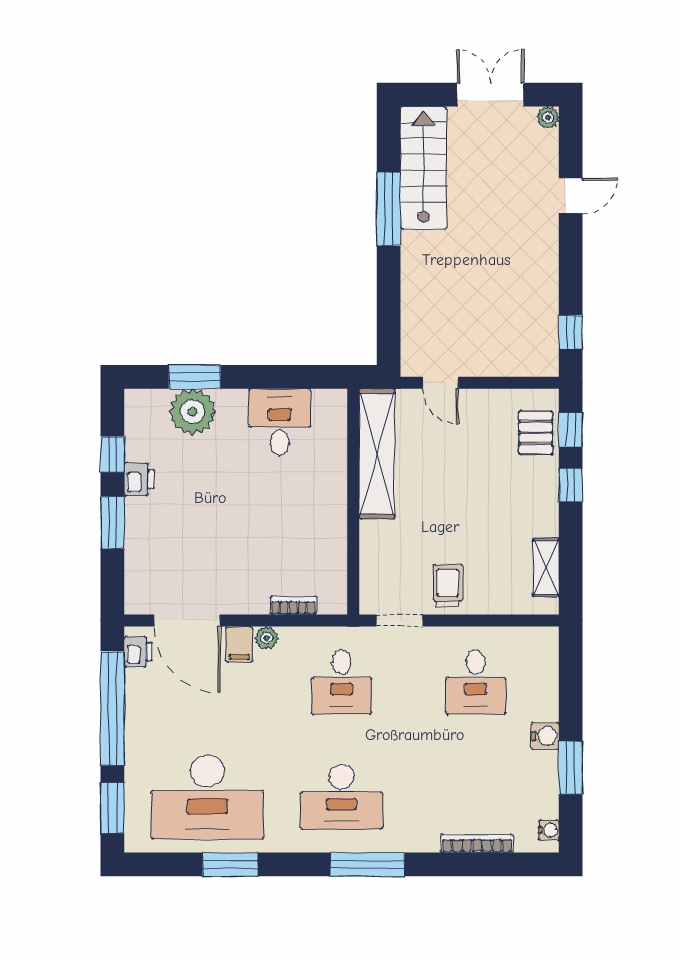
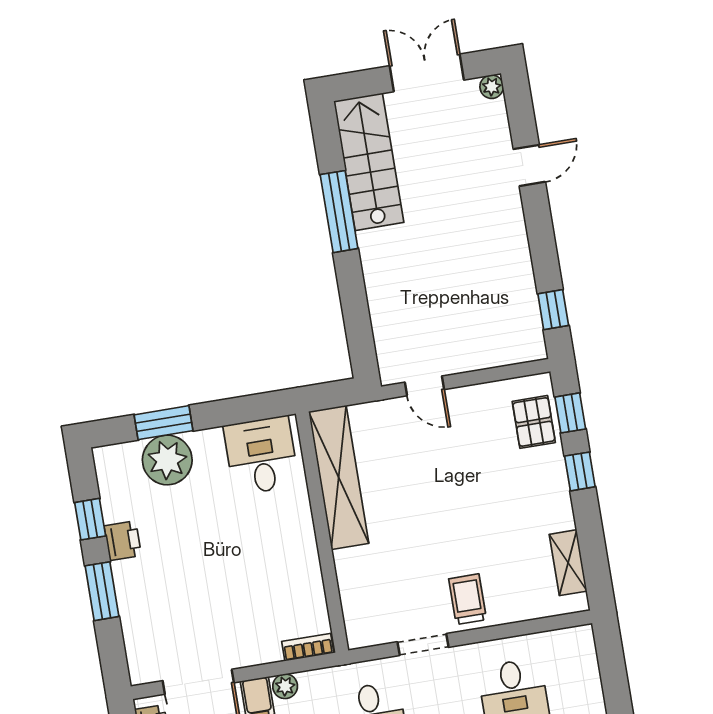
shelving: (377, 454) -> (339, 477), moved
wall: (353, 502) -> (322, 532), moved

